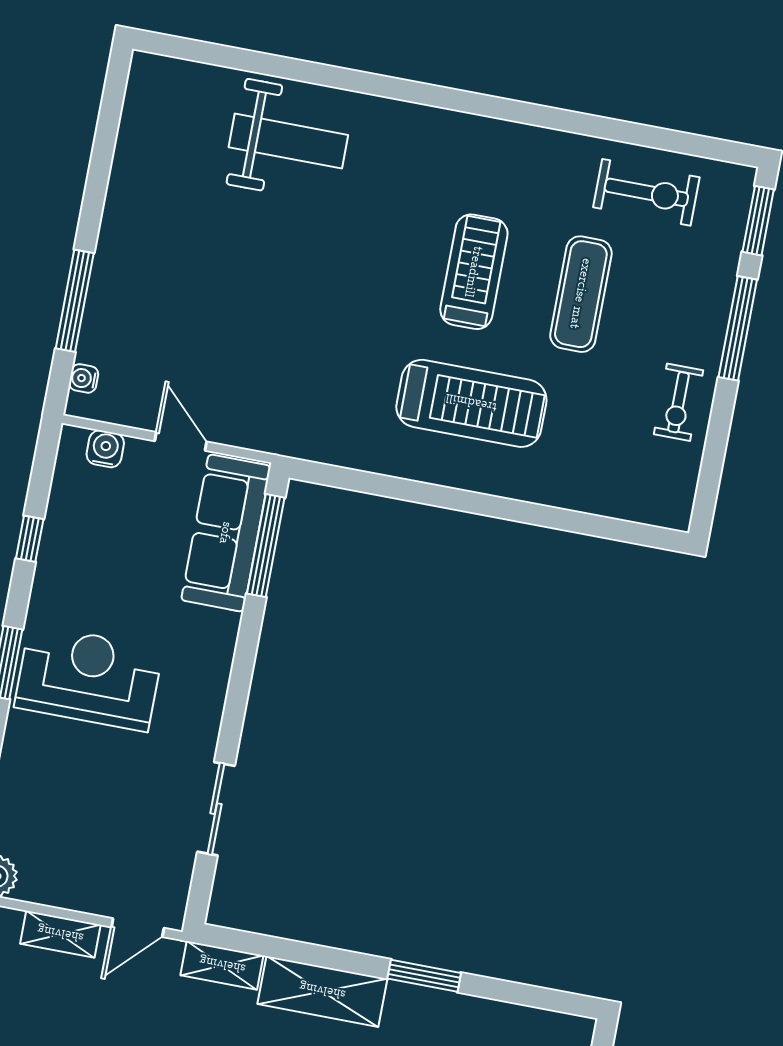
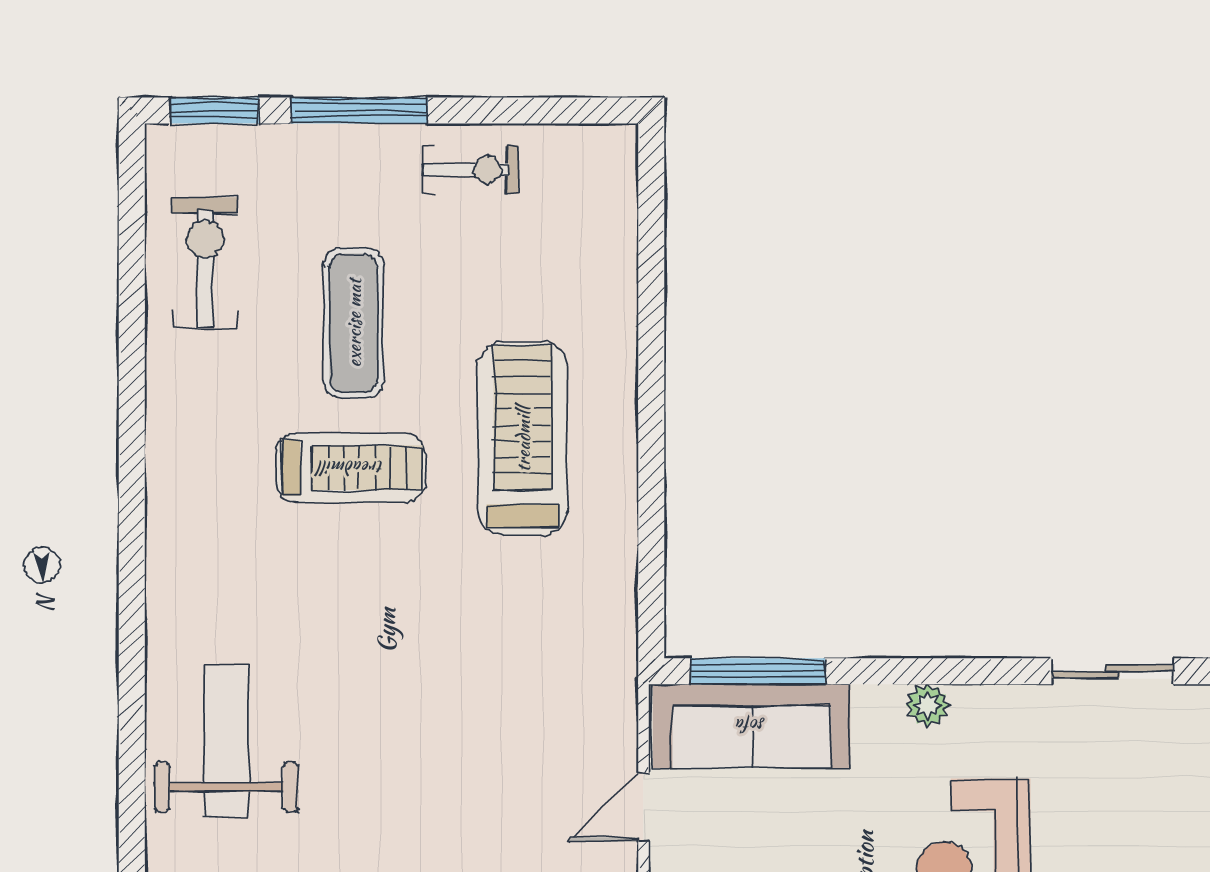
treadmill: (474, 272) -> (351, 468), turned 180
exercise mat: (581, 294) -> (354, 323), turned 90
plant: (217, 667) -> (928, 705), added

